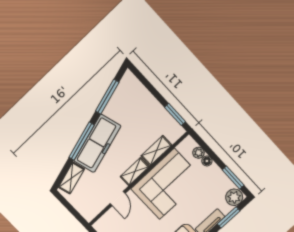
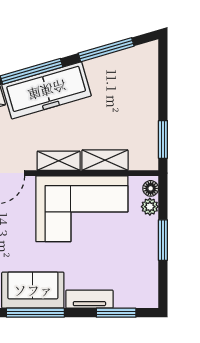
floor lamp: (207, 161) -> (151, 188), moved
window: (233, 178) -> (163, 240), moved
plant: (234, 197) -> (144, 295), removed

